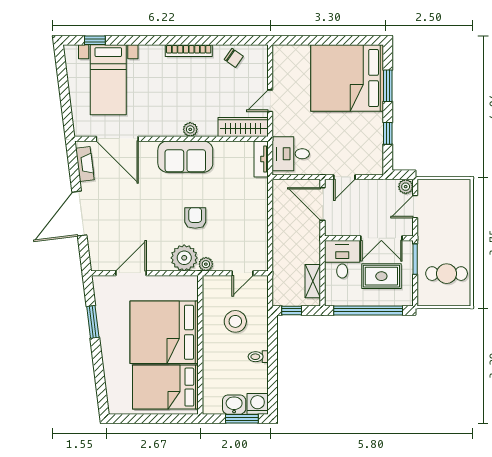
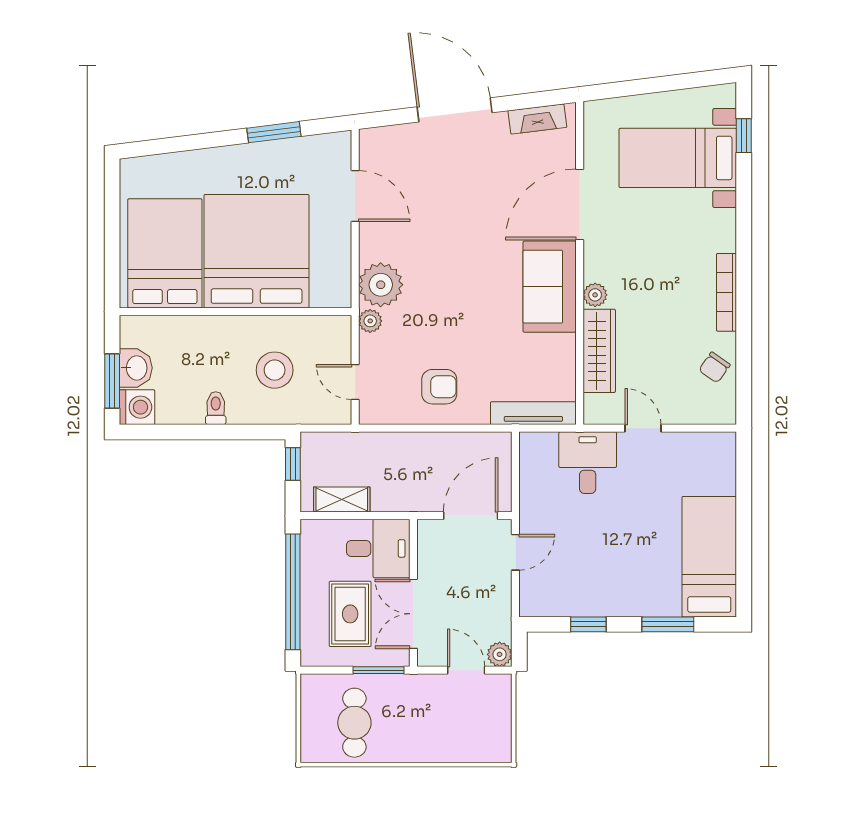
bed: (347, 78) -> (709, 557), width x0.49
wardrobe: (243, 127) -> (599, 351), moved
door: (117, 139) -> (580, 204), moved
desk: (291, 154) -> (588, 463), moved
tv unit: (261, 159) -> (533, 413), width x1.41
door: (344, 177) -> (515, 552), swing flipped
armchair: (195, 218) -> (439, 387), moved

